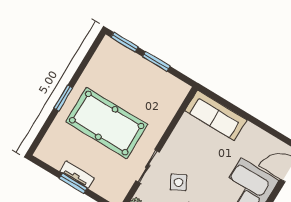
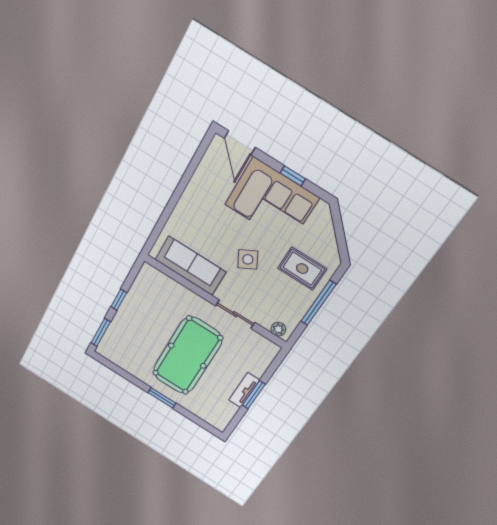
window: (156, 61) -> (119, 300), width x0.67
sofa: (216, 115) -> (190, 266), moved, turned -90
side table: (179, 182) -> (248, 259), moved

